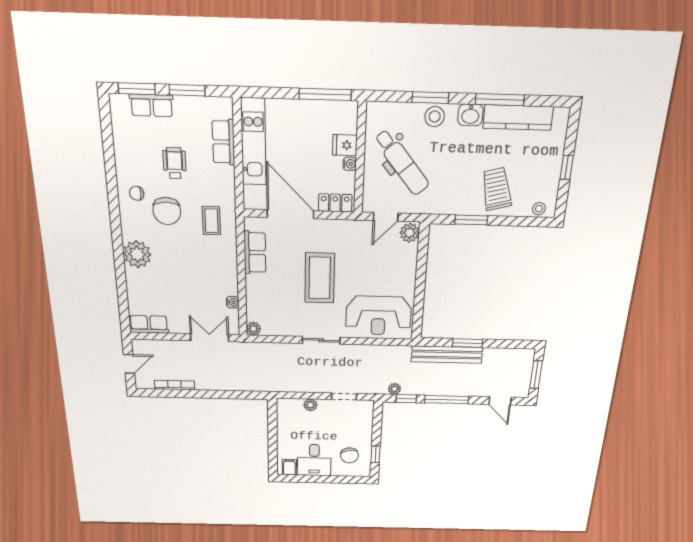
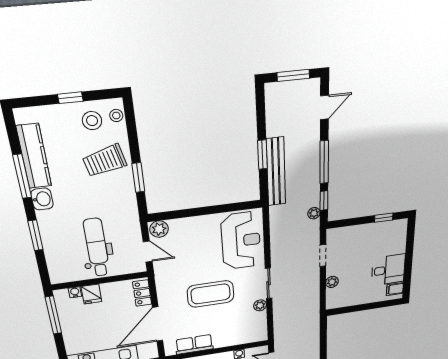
stool: (435, 117) -> (92, 121), moved
dental chair: (402, 162) -> (97, 248), turned -50
water cooler: (350, 164) -> (75, 292), moved
plant: (254, 329) -> (260, 305), moved
chair: (349, 455) -> (384, 241), removed

